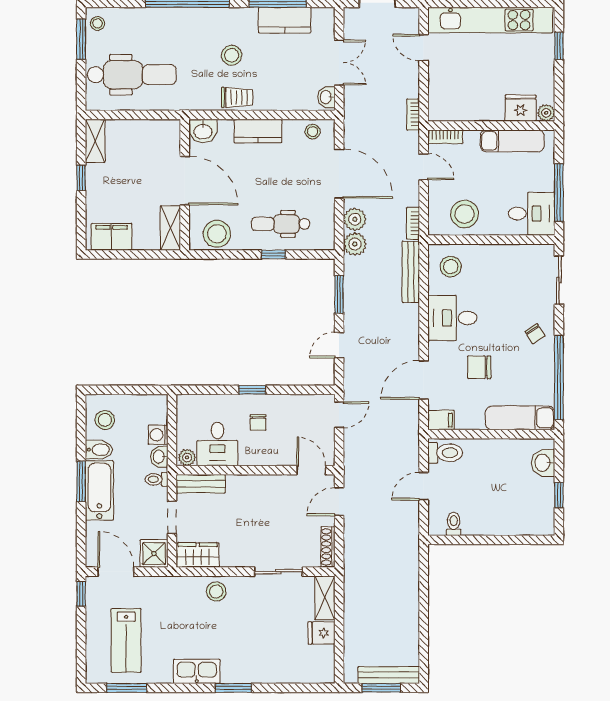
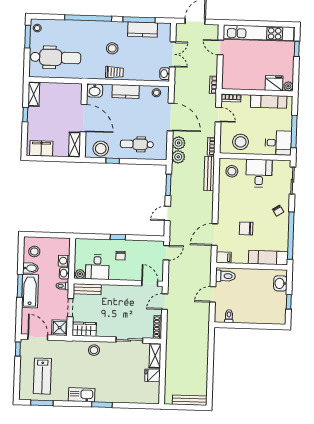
window: (274, 254) -> (113, 161), moved
desk: (452, 318) -> (259, 173), moved, turned 90
window: (381, 688) -> (185, 407), removed

